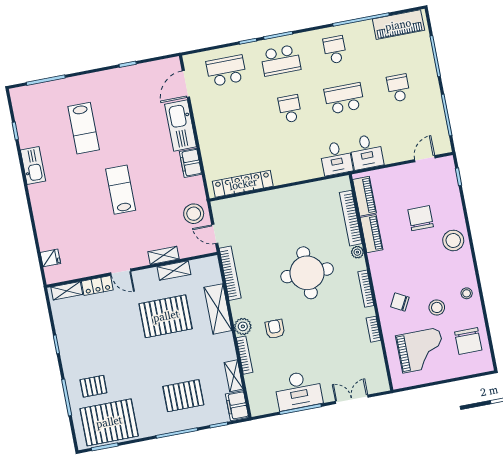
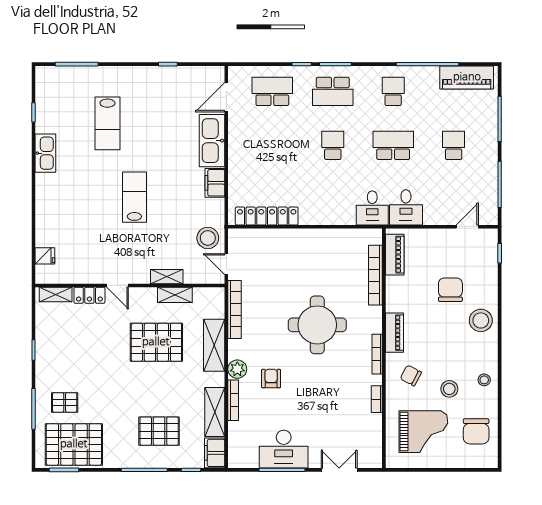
piano: (371, 234) -> (394, 333), moved
plant: (357, 252) -> (376, 313), removed
shelving: (234, 376) -> (215, 412), width x1.50, depth x1.33

